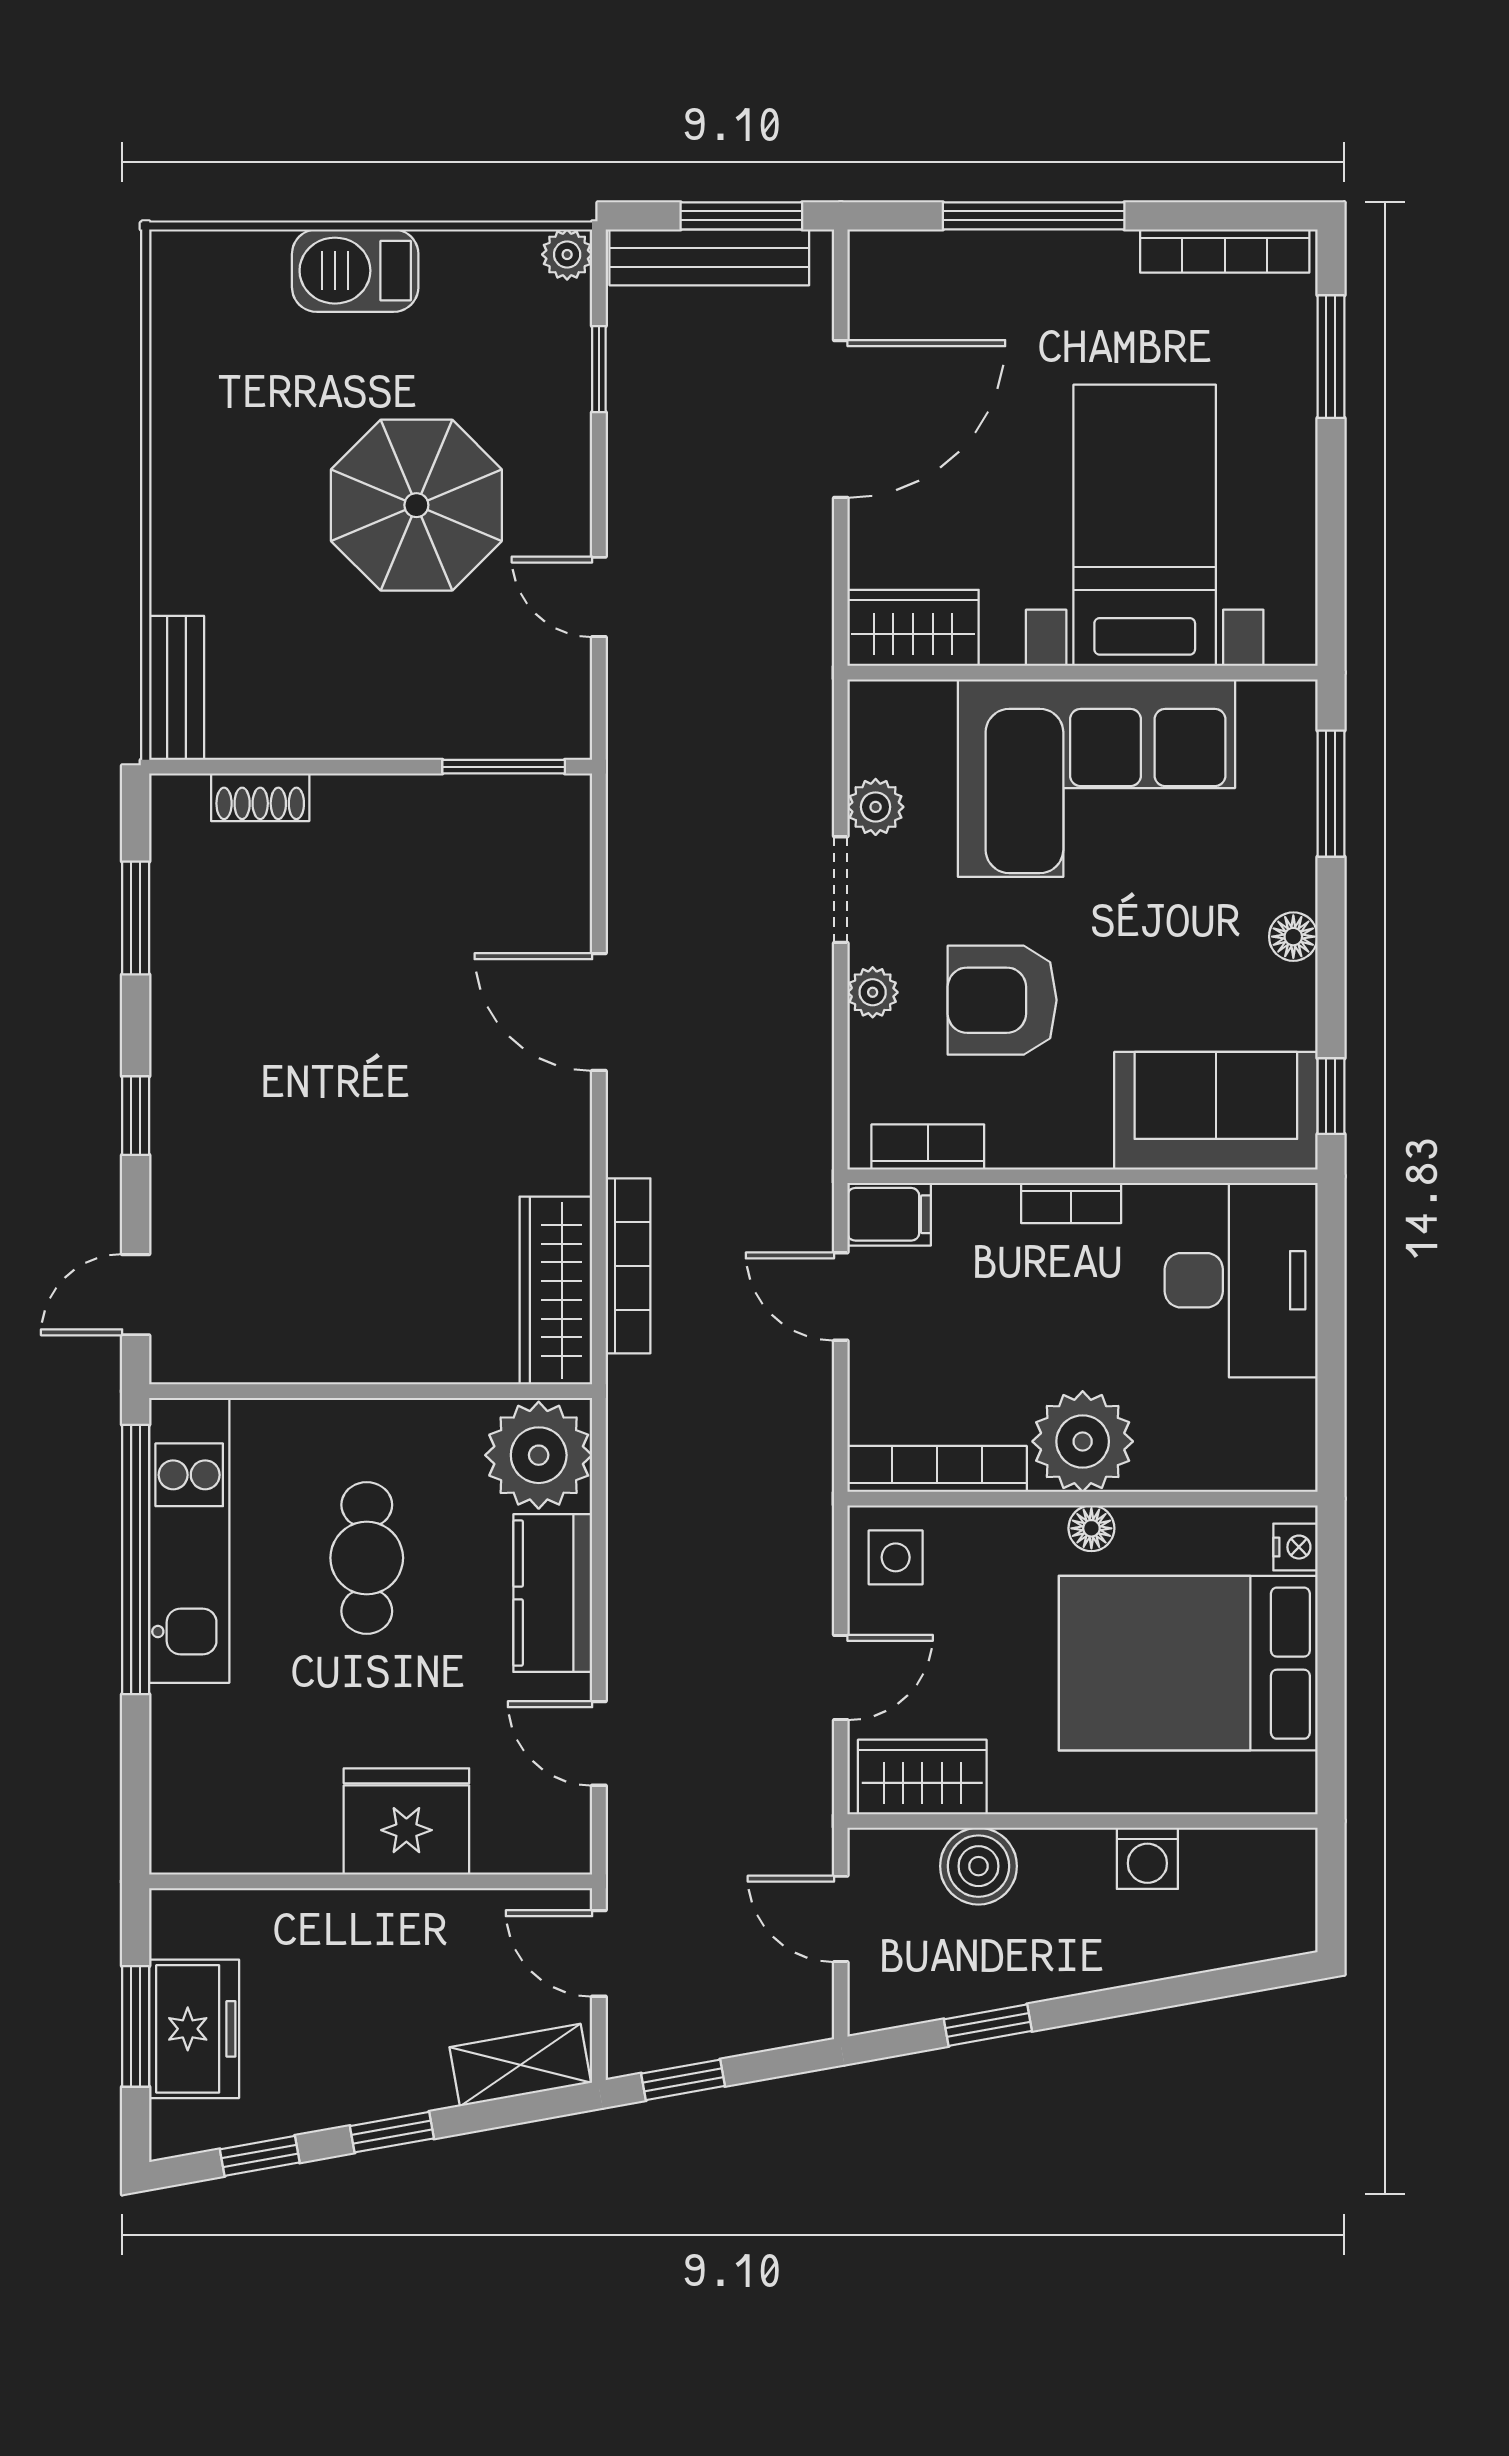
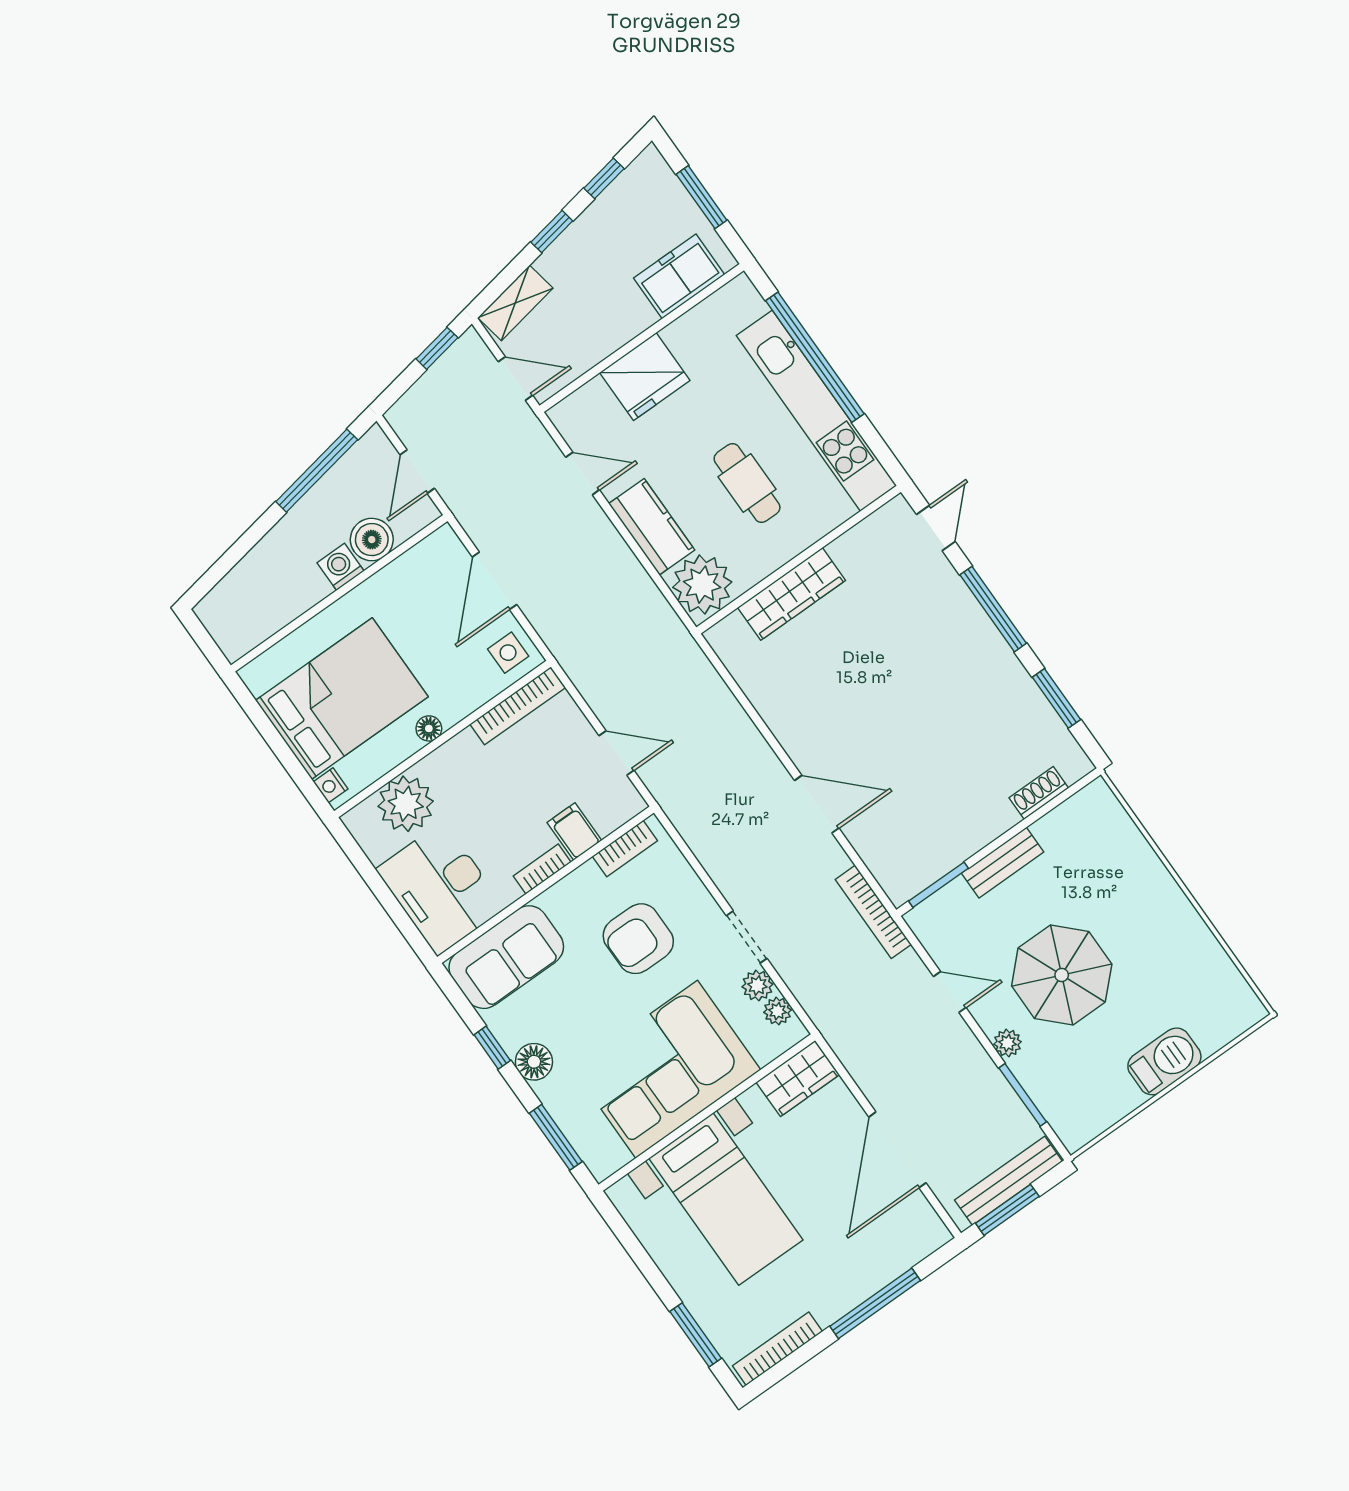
plant: (567, 254) -> (1008, 1043), moved
window: (599, 369) -> (1023, 1095), width x1.50
bench: (177, 688) -> (1003, 863), moved, turned 90
floor lamp: (1293, 937) -> (534, 1062), width x1.37, depth x1.37
plant: (873, 992) -> (778, 1011), moved
armchair: (1002, 1000) -> (638, 939), turned 180
window: (1331, 1096) -> (492, 1048), moved
window: (136, 1116) -> (993, 609), width x2.17
filing cabinet: (889, 1214) -> (574, 831), moved, turned 90
bookcase: (628, 1266) -> (873, 912), moved
wardrobe: (556, 1291) -> (792, 594), moved, turned 90
plant: (1083, 1441) -> (406, 804), moved
kitchen unit: (189, 1540) -> (816, 411), width x1.36
window: (136, 1560) -> (815, 357), moved
door: (841, 1678) -> (494, 581), width x1.38
wardrobe: (922, 1777) -> (426, 562), removed
washing machine: (1147, 1858) -> (341, 567), moved
door: (841, 1919) -> (417, 472), swing flipped
window: (988, 2025) -> (317, 471), width x2.17
freezer: (194, 2029) -> (679, 276), moved, turned 90

